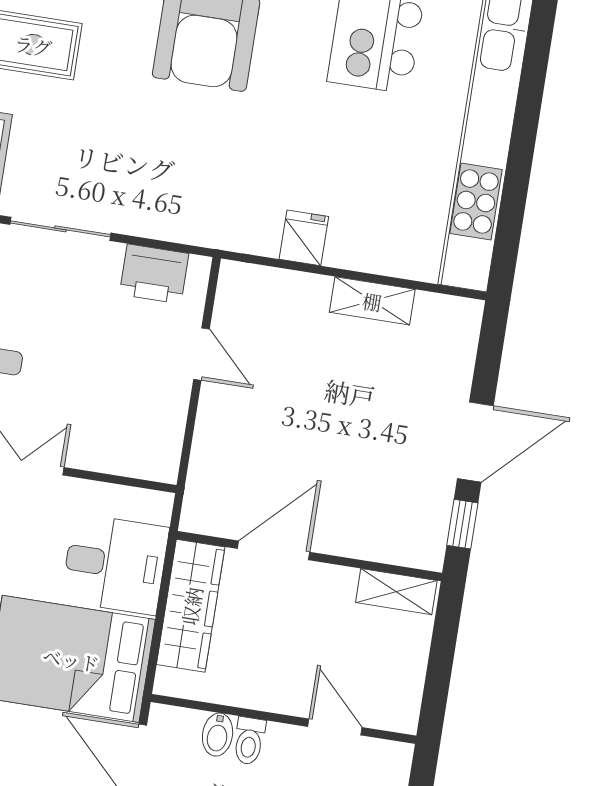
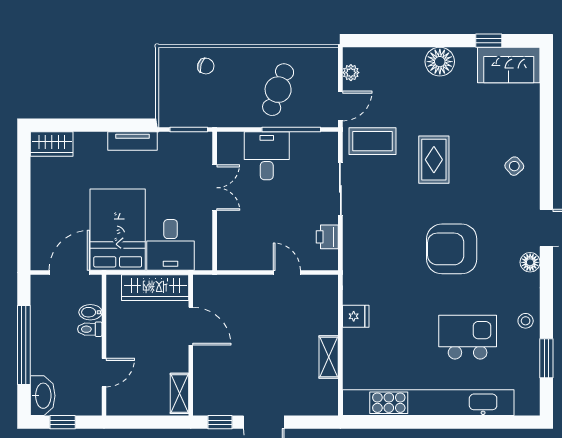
printer: (154, 274) -> (327, 237), width x0.73, depth x0.81
door: (201, 354) -> (287, 273), swing flipped

